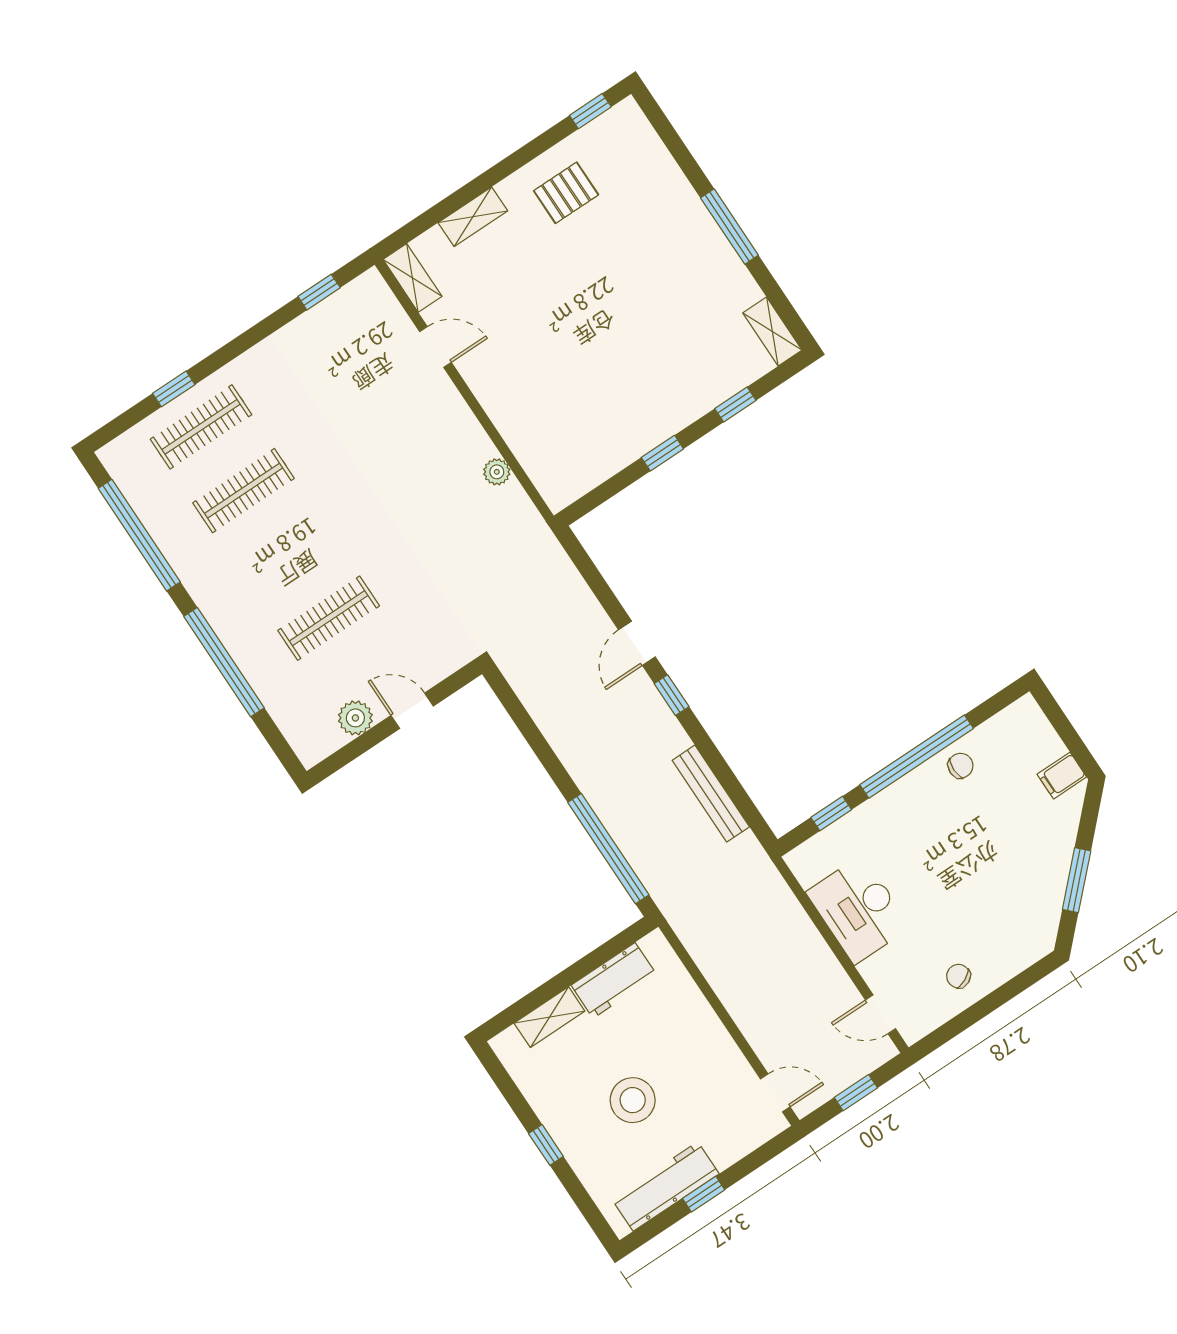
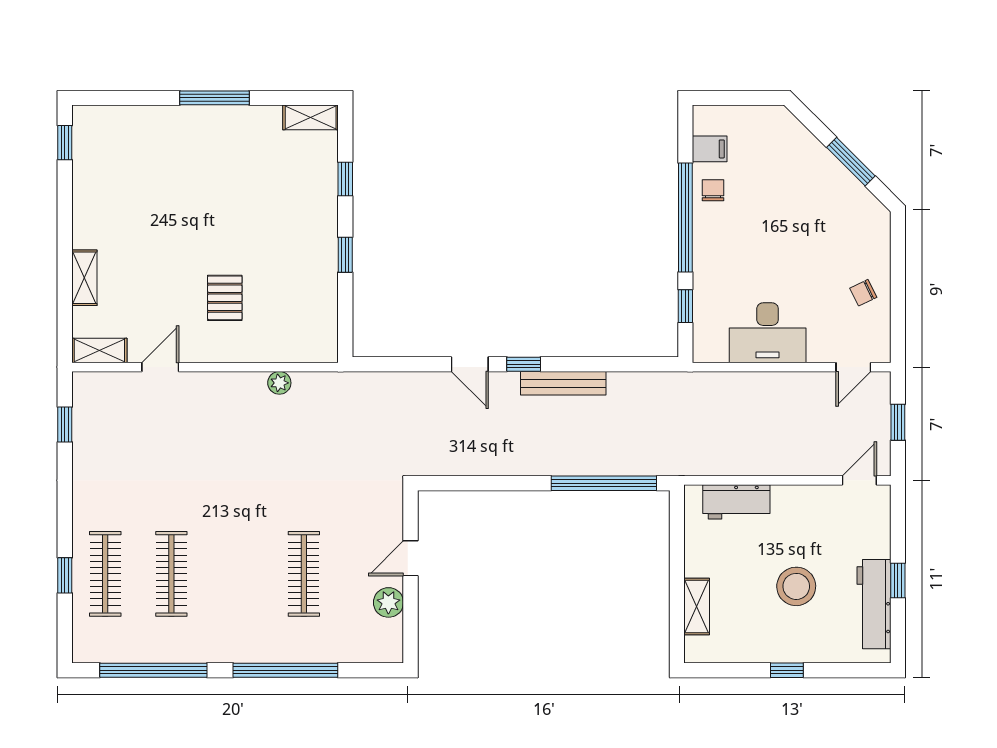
pallet: (566, 193) -> (225, 298), moved
filing cabinet: (1062, 776) -> (710, 149), moved, turned -90
bench: (711, 794) -> (563, 383), moved
workbench: (614, 980) -> (736, 502), moved, turned 90

